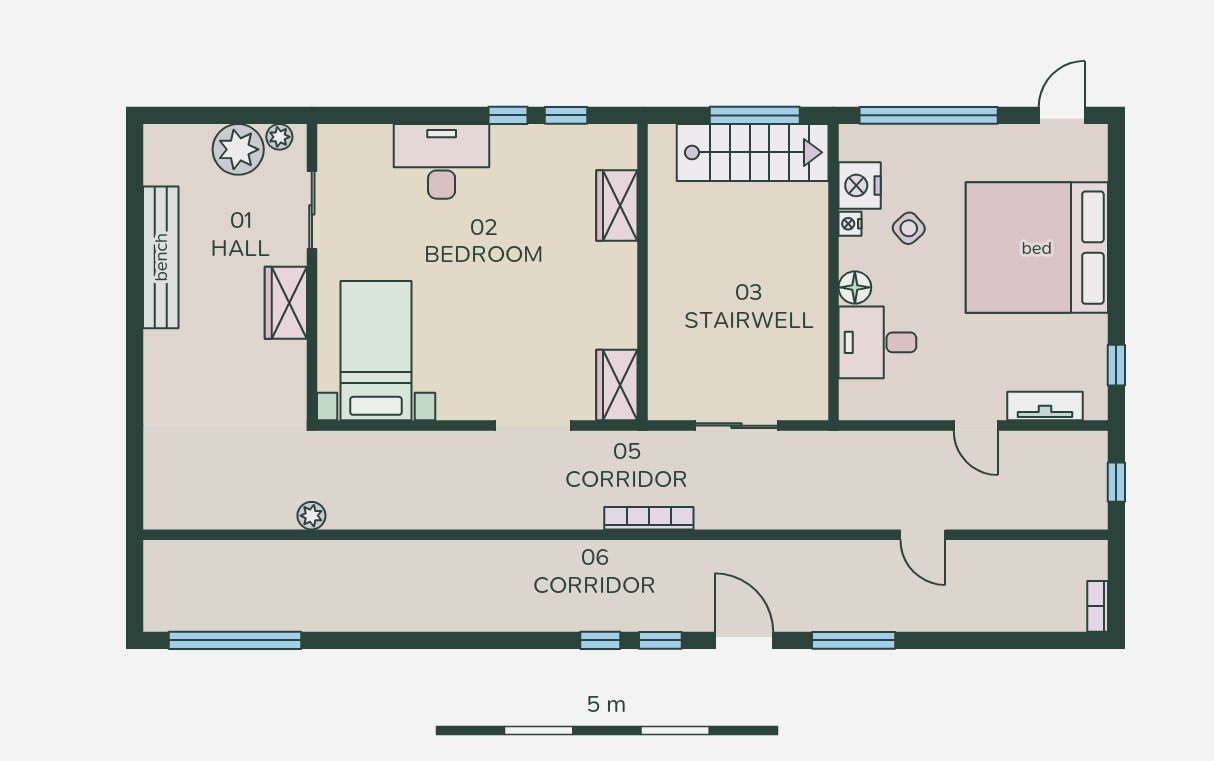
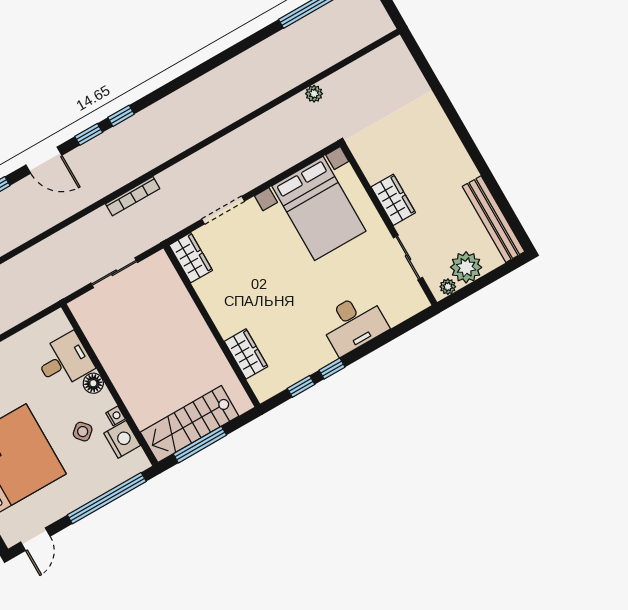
bench: (161, 257) -> (493, 219), moved
bed with nightstands: (376, 351) -> (319, 208), width x1.36

